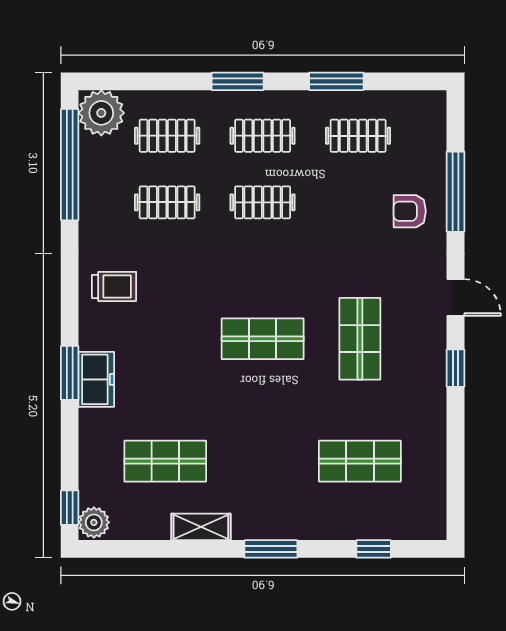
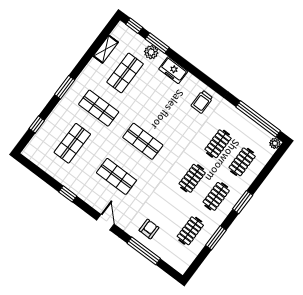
plant: (101, 113) -> (275, 143), width x0.53, depth x0.53
door: (455, 297) -> (105, 222), swing flipped
shop shelf: (263, 339) -> (143, 141), turned 90
window: (455, 368) -> (68, 194), moved
window: (70, 373) -> (157, 43), moved
shop shelf: (263, 461) -> (99, 108), added
plant: (94, 522) -> (151, 52), moved
shelving: (201, 527) -> (106, 49), moved

